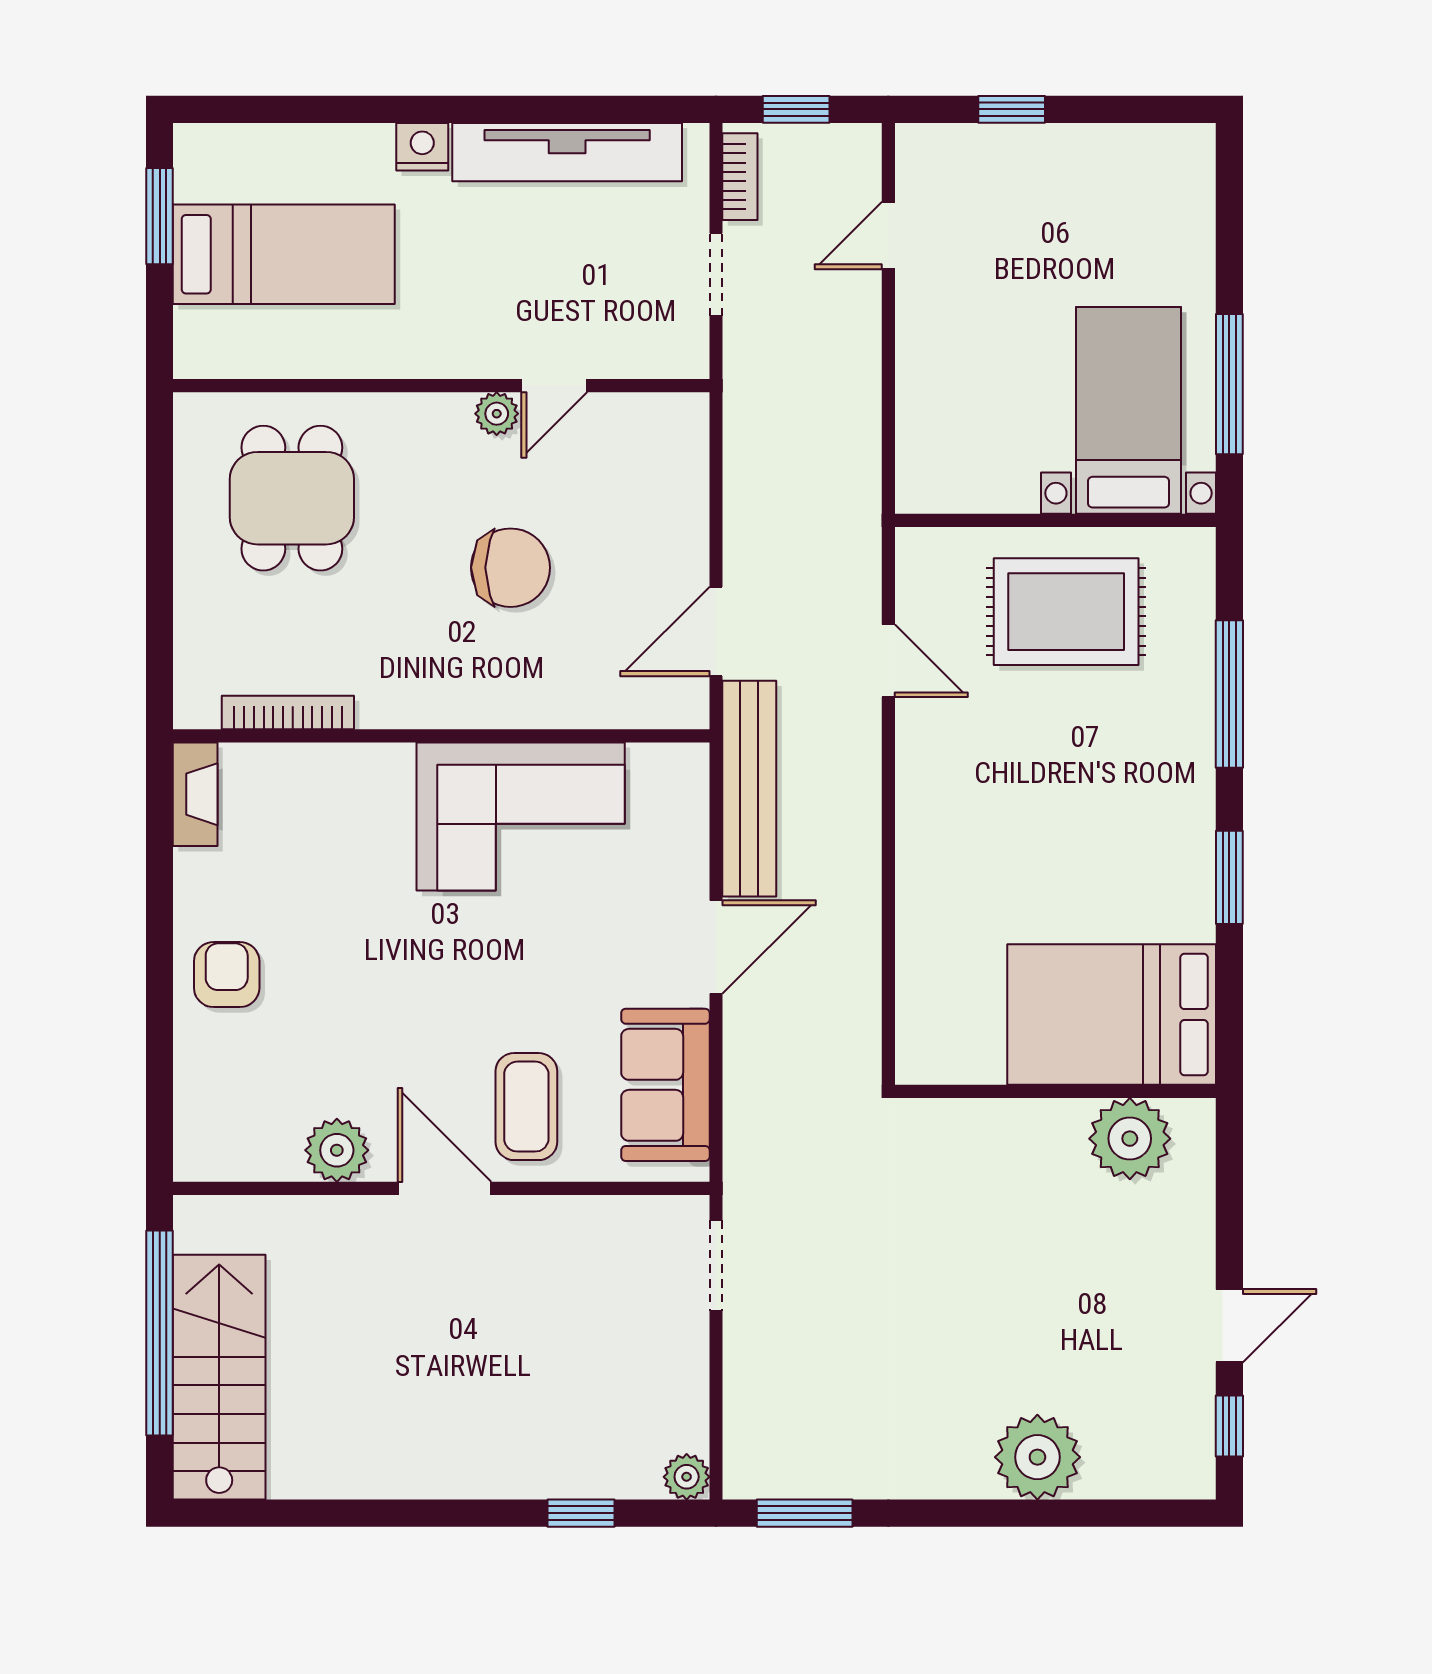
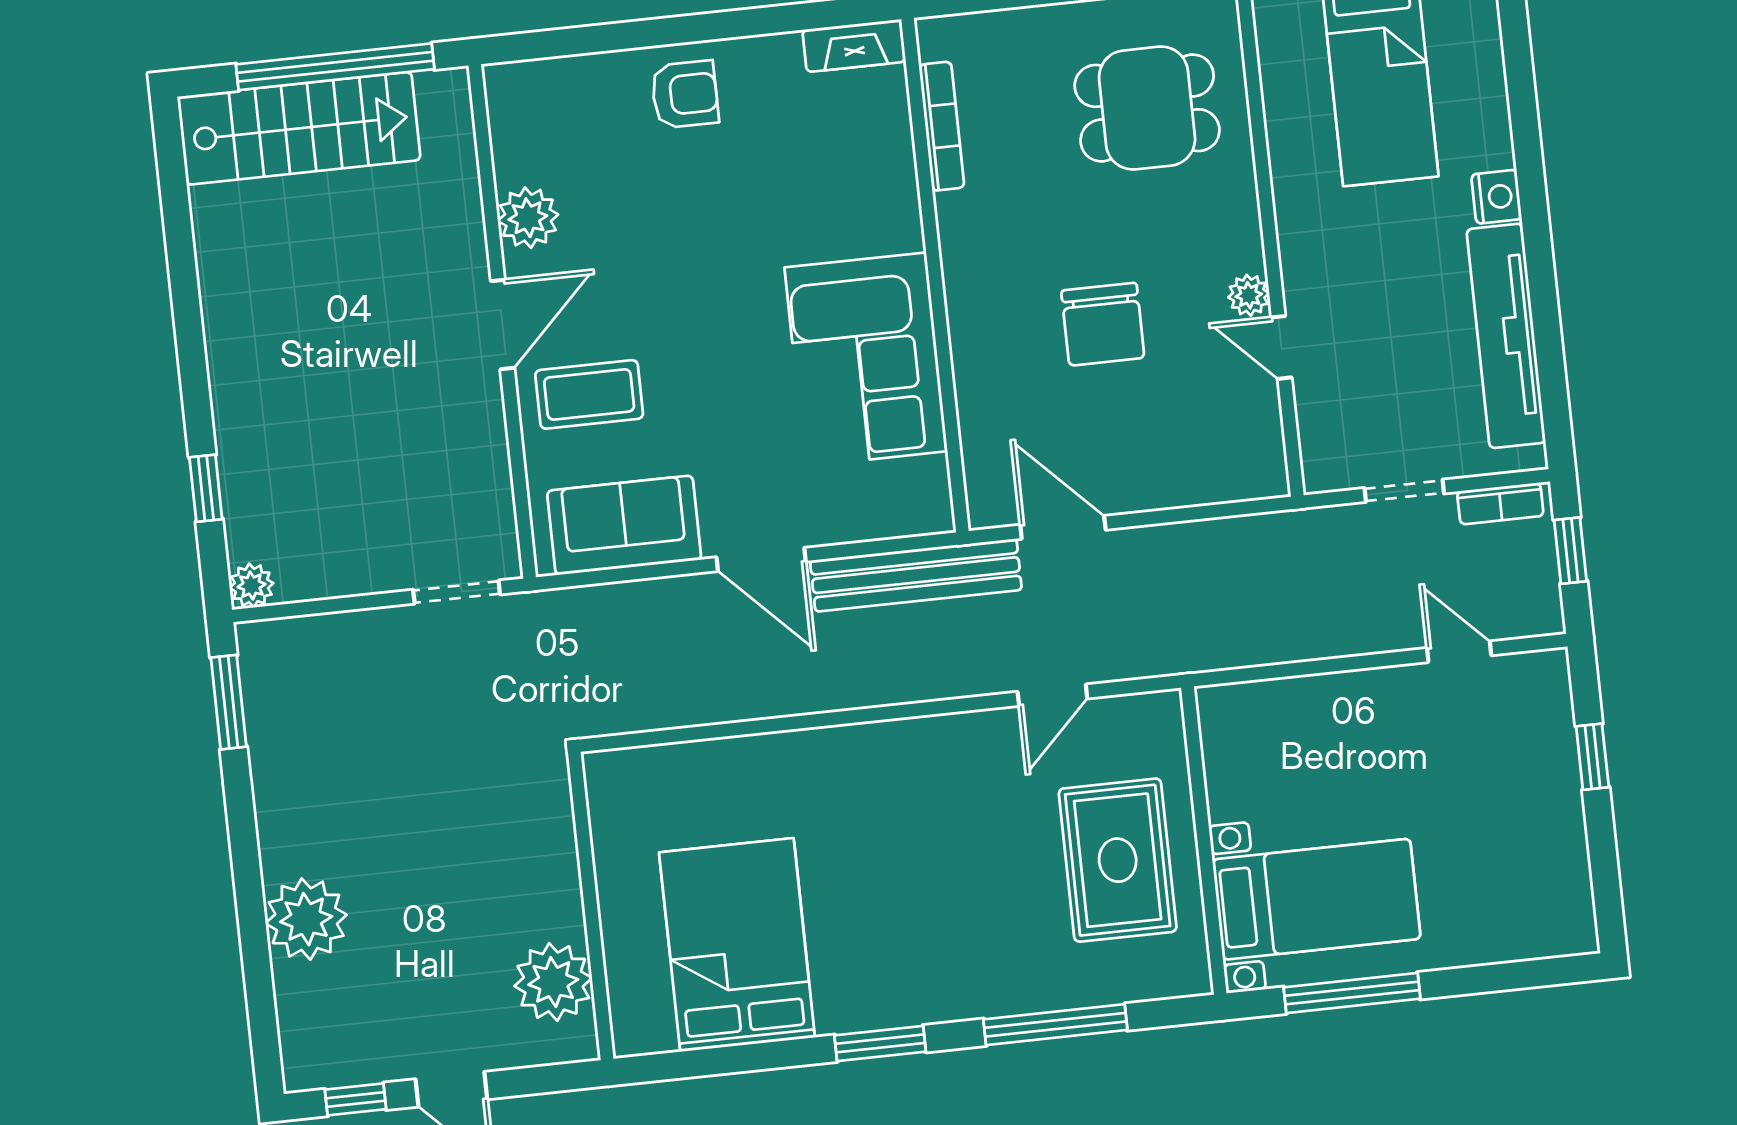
wall: (1055, 1091) -> (591, 906), moved
plant: (1130, 1139) -> (553, 982), moved

